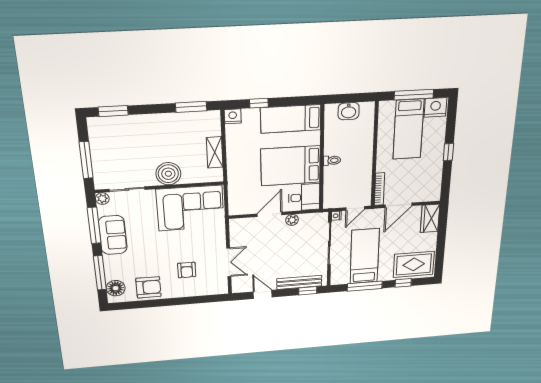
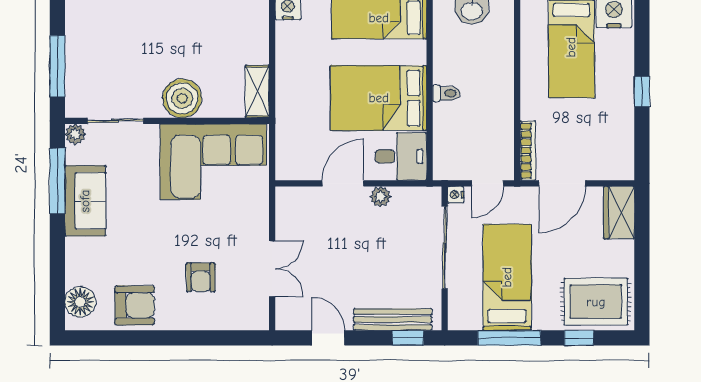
shelving: (215, 152) -> (257, 92), moved
window: (100, 273) -> (57, 270), removed

